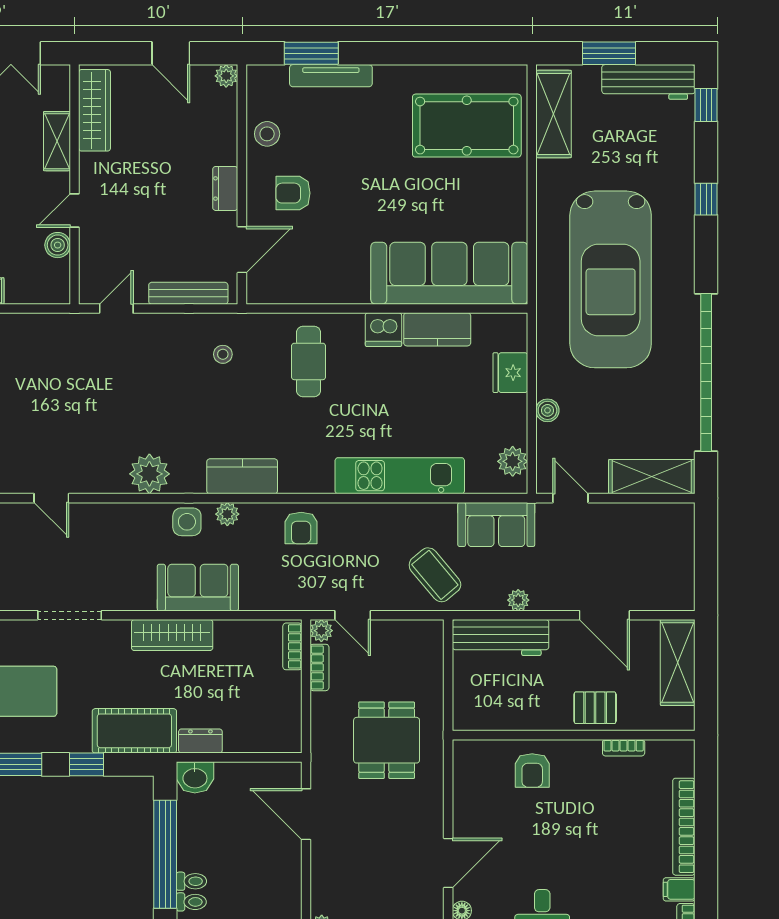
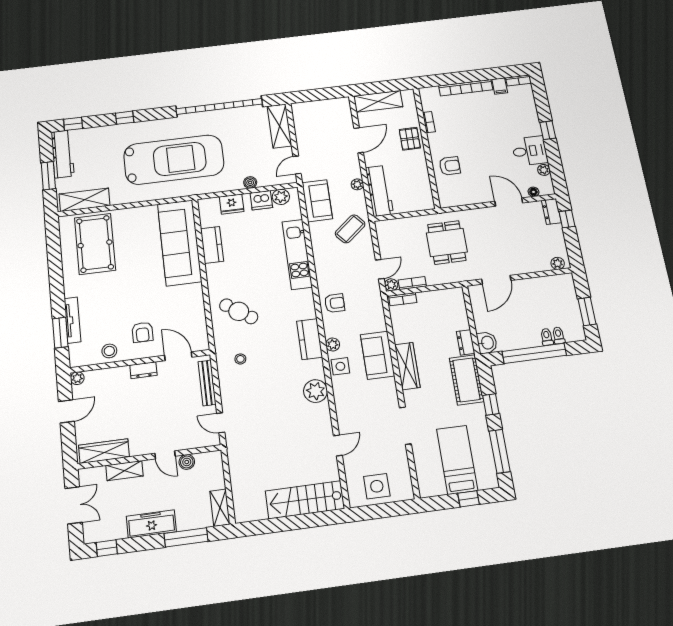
dishwasher: (383, 330) -> (261, 200), moved, turned 90
cafe table: (309, 361) -> (239, 311), turned 35
dining table: (387, 740) -> (447, 242), turned 90

